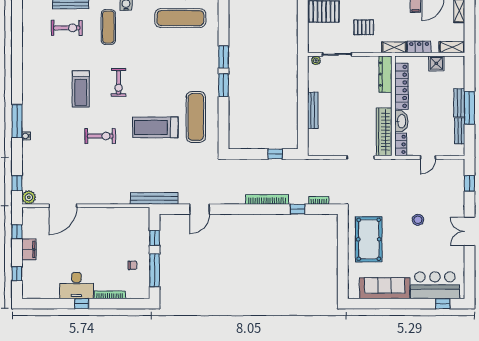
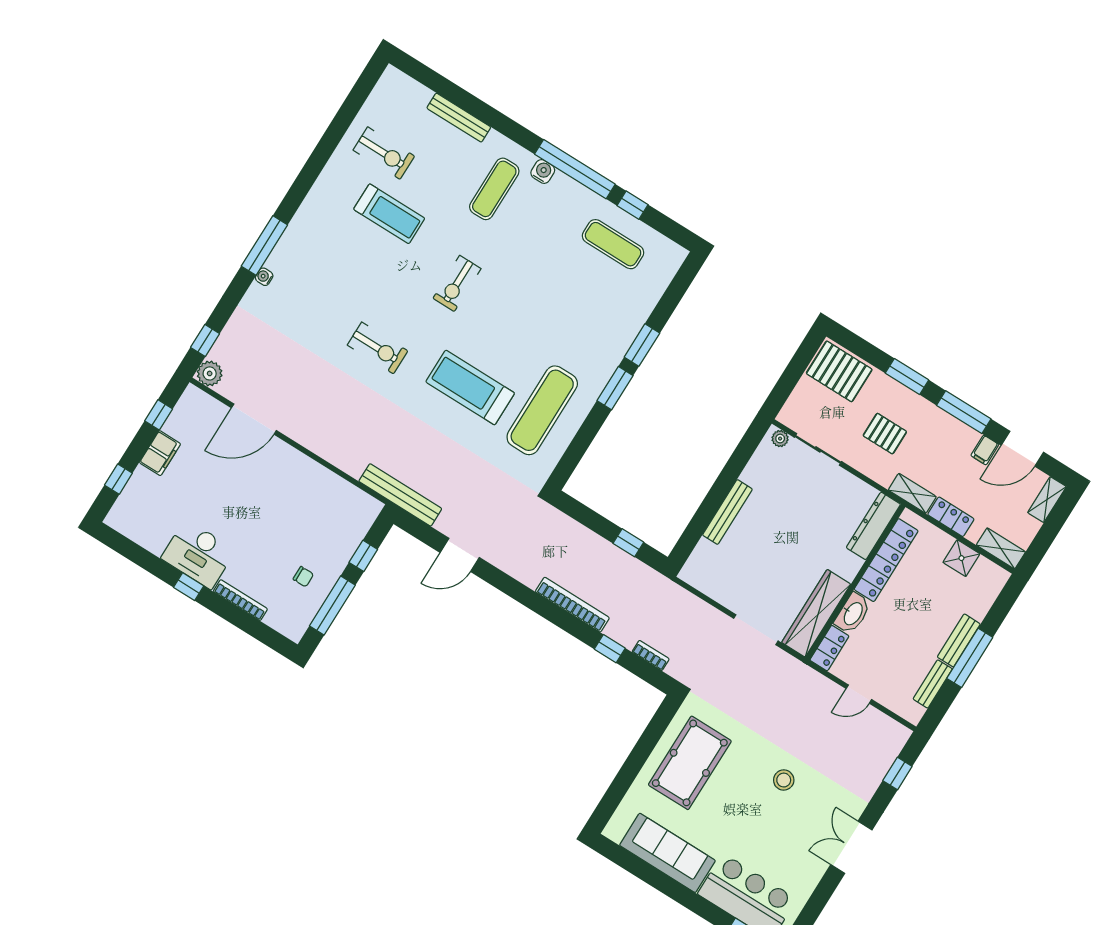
exercise mat: (180, 18) -> (613, 244), width x0.73, depth x0.69
exercise bike: (67, 28) -> (384, 153), moved
treadmill: (81, 89) -> (389, 214), moved, turned -90

